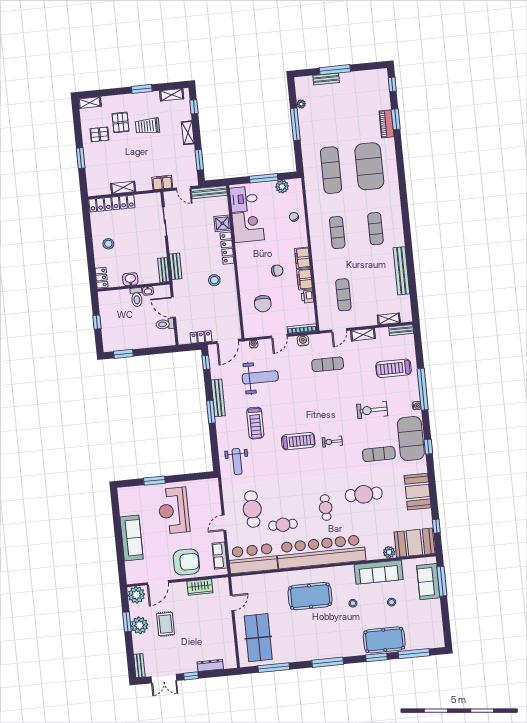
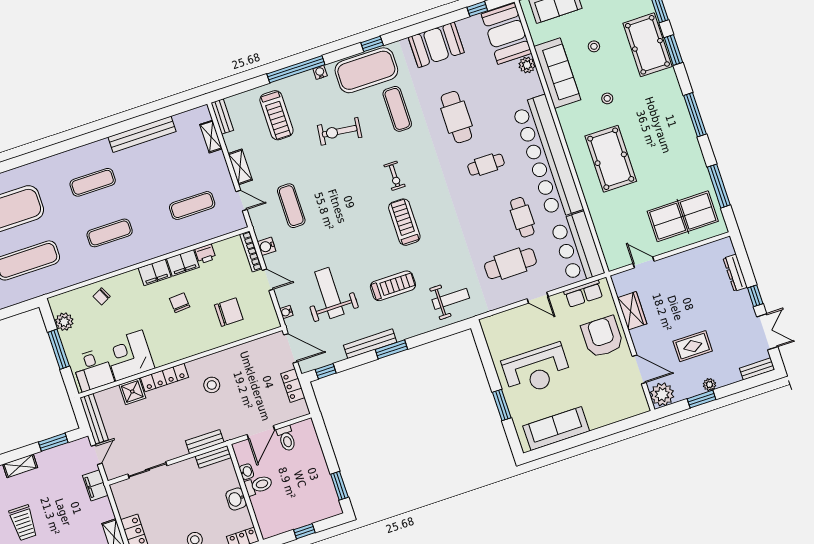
exercise bike: (372, 410) -> (340, 131), turned 97
sofa: (132, 538) -> (556, 429), moved
plant: (139, 625) -> (709, 385), width x0.53, depth x0.53

